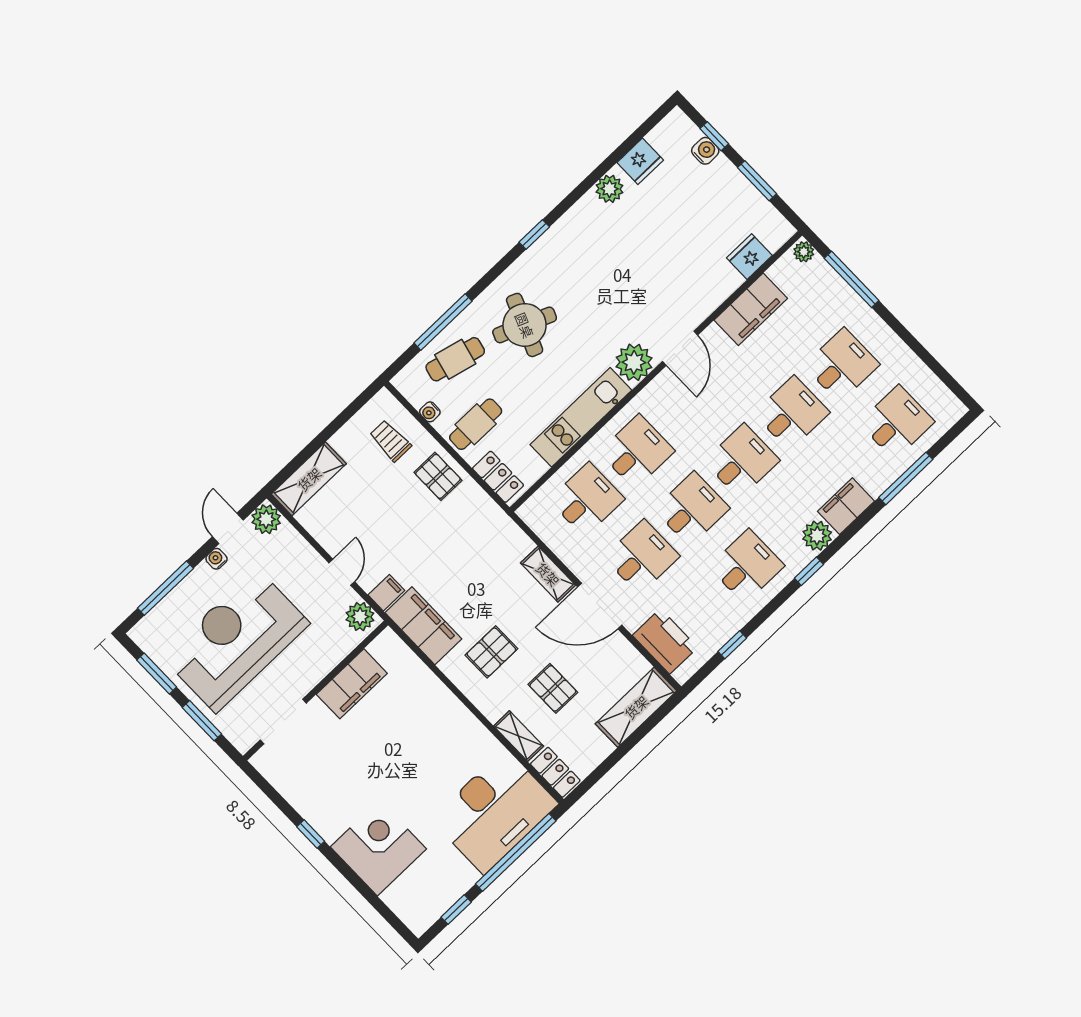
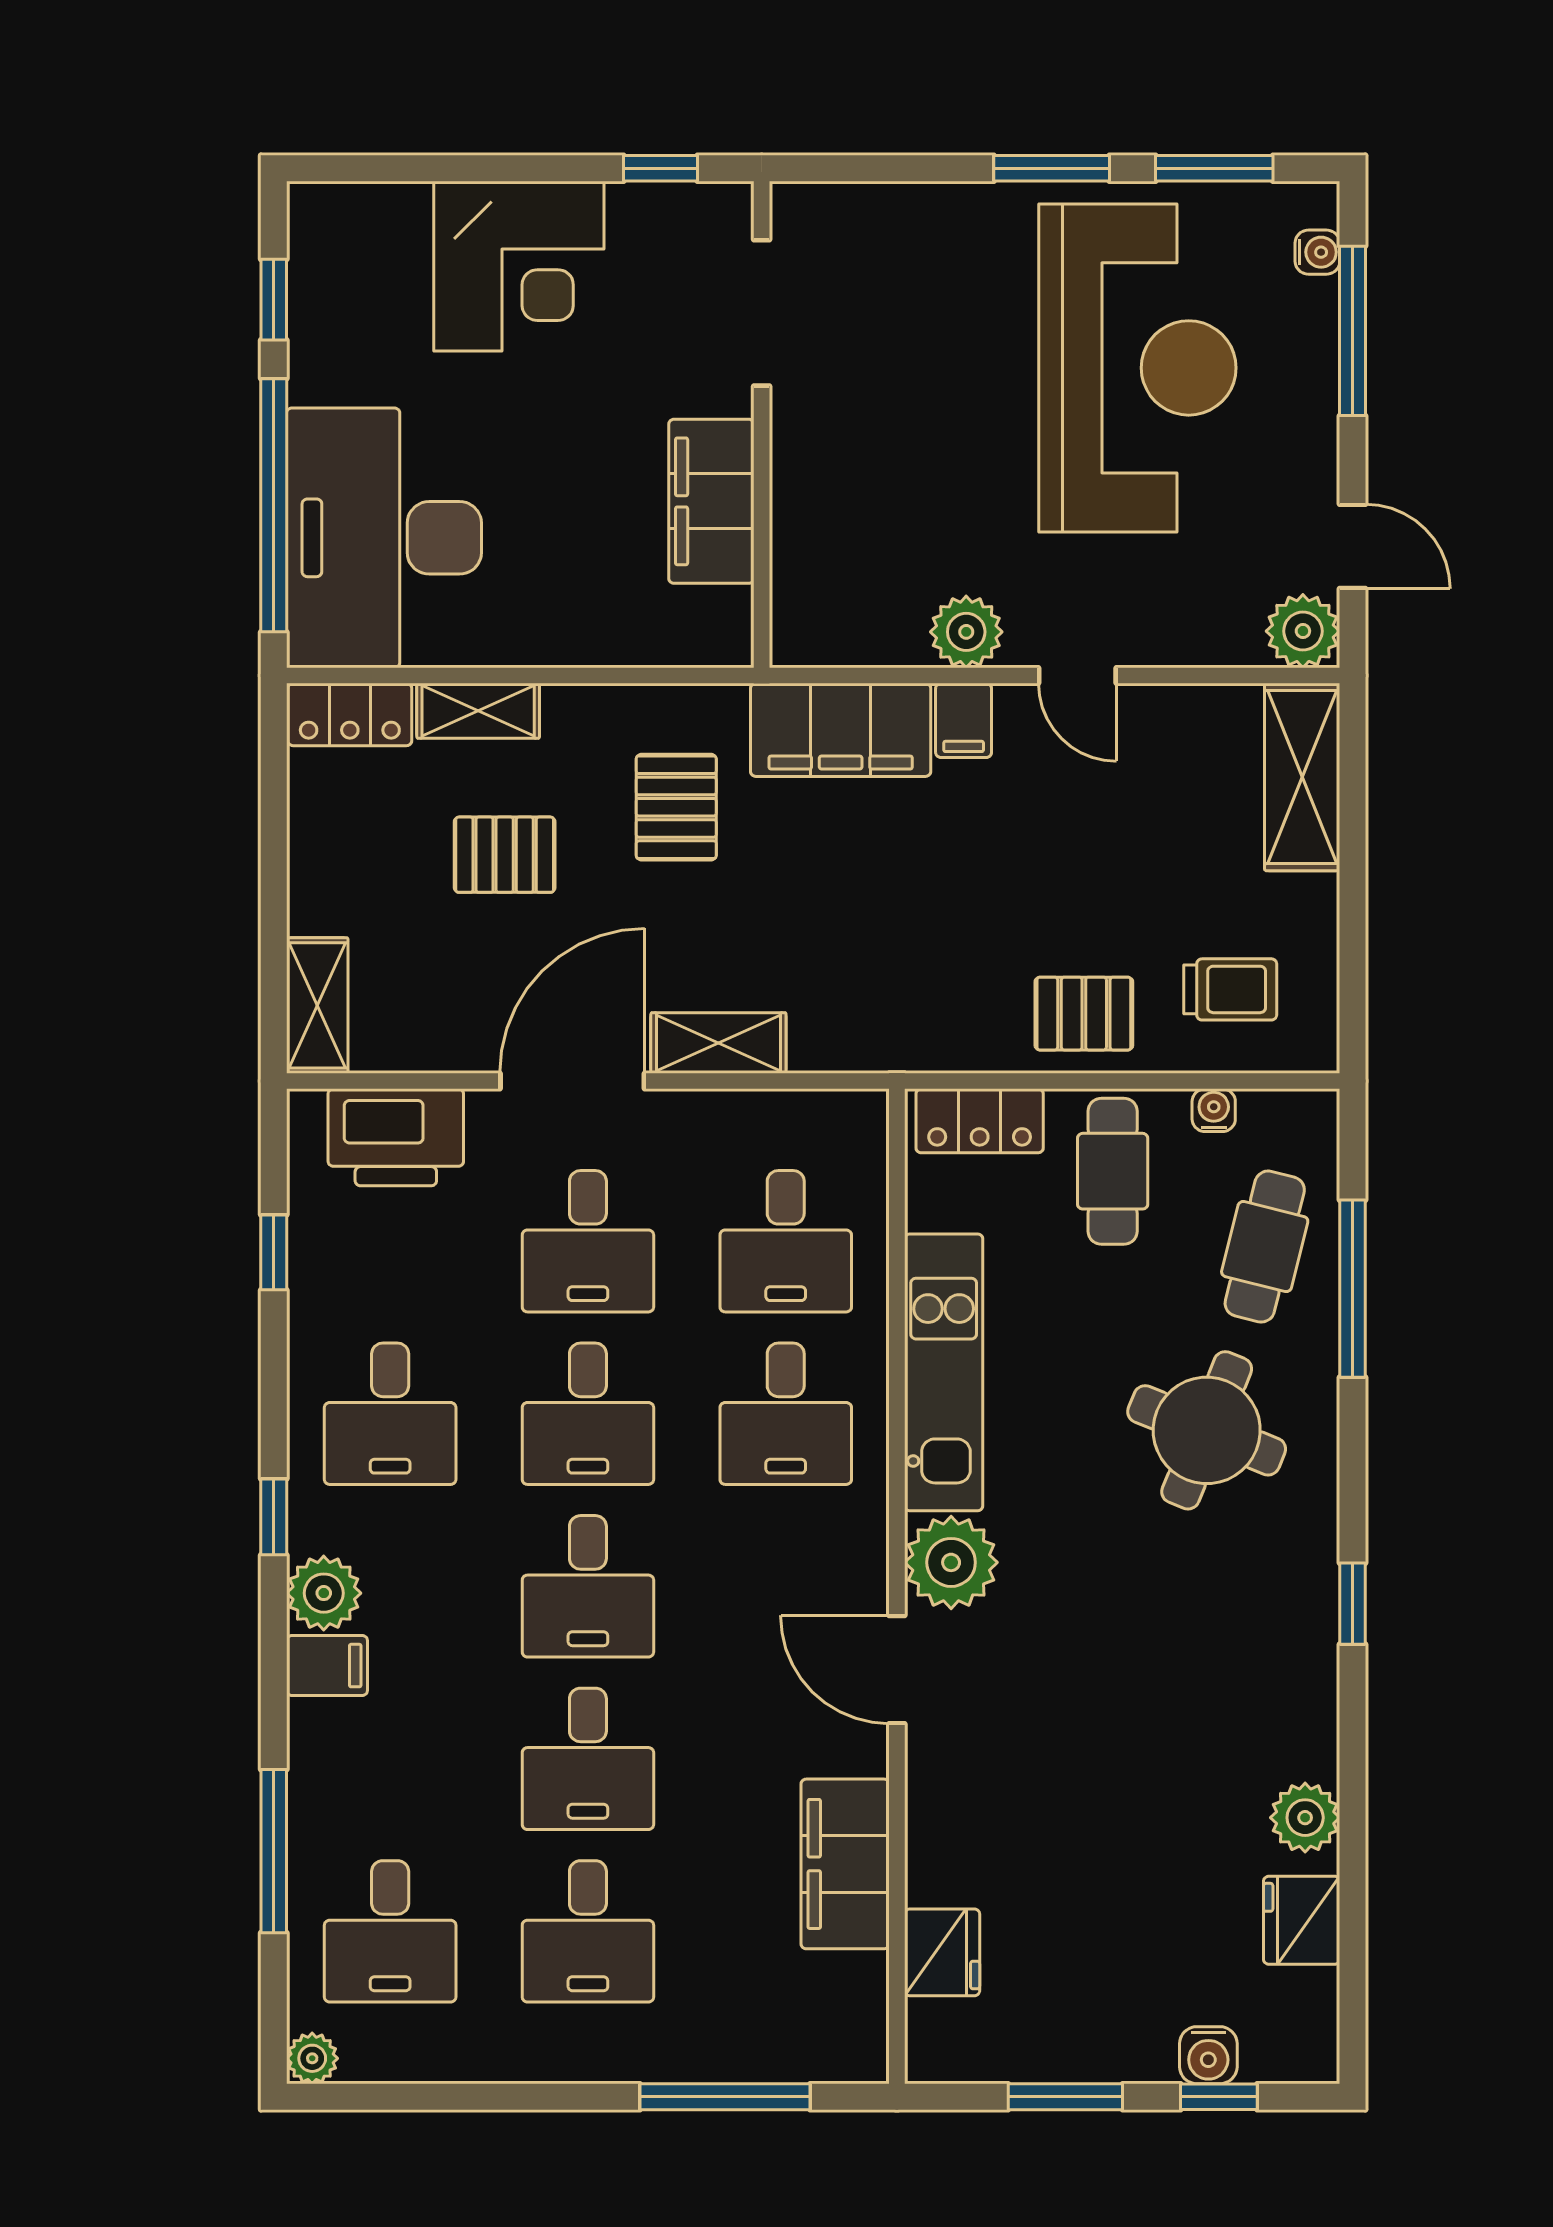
plant: (804, 252) -> (312, 2058), moved
filing cabinet: (846, 506) -> (327, 1666), width x0.50
water cooler: (216, 559) -> (1317, 252), moved
filing cabinet: (352, 684) -> (711, 501), moved
wall: (316, 691) -> (762, 424), moved
shelving: (636, 707) -> (317, 1005), width x0.67, depth x0.75
doorway: (283, 722) -> (762, 313), moved

